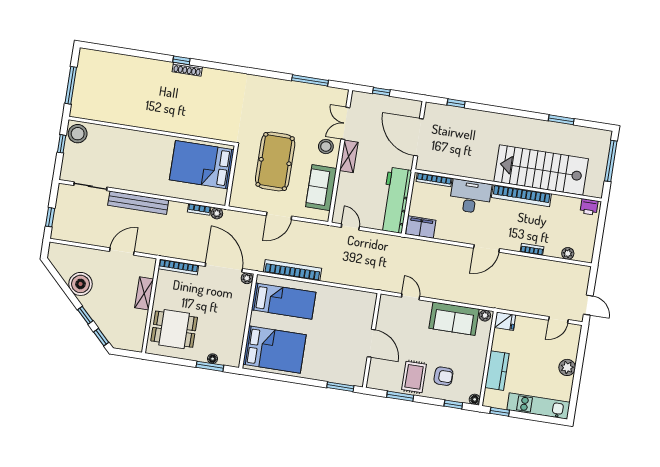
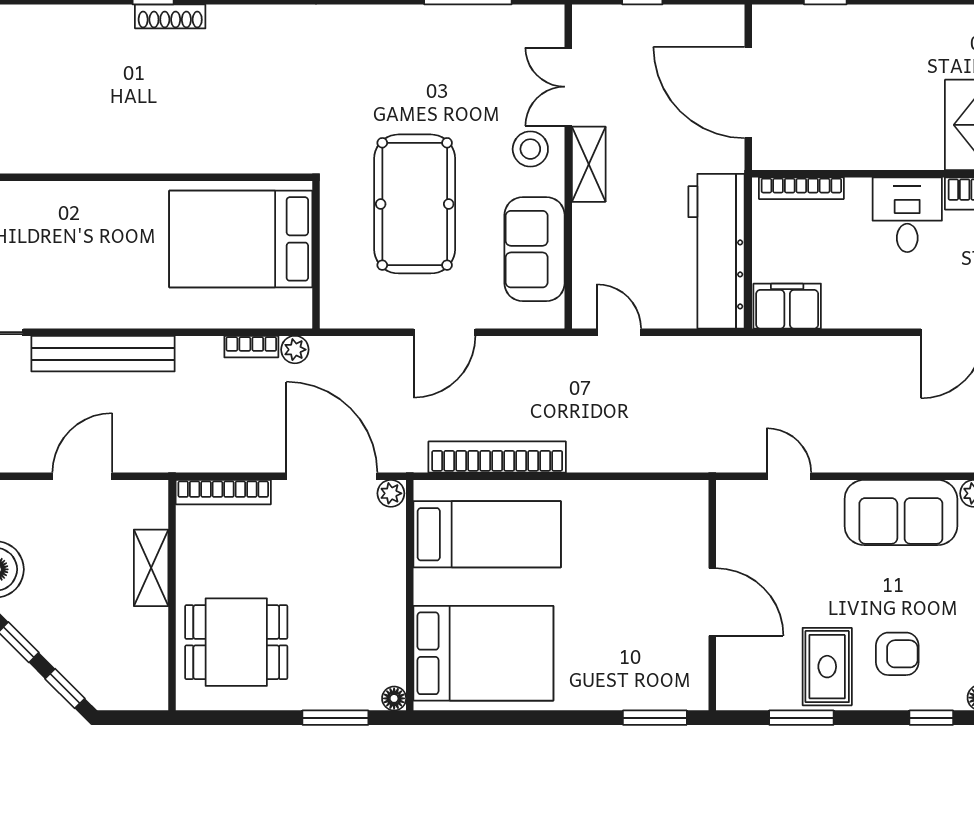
desk: (470, 197) -> (907, 215), width x0.73
floor lamp: (213, 359) -> (394, 698), moved

